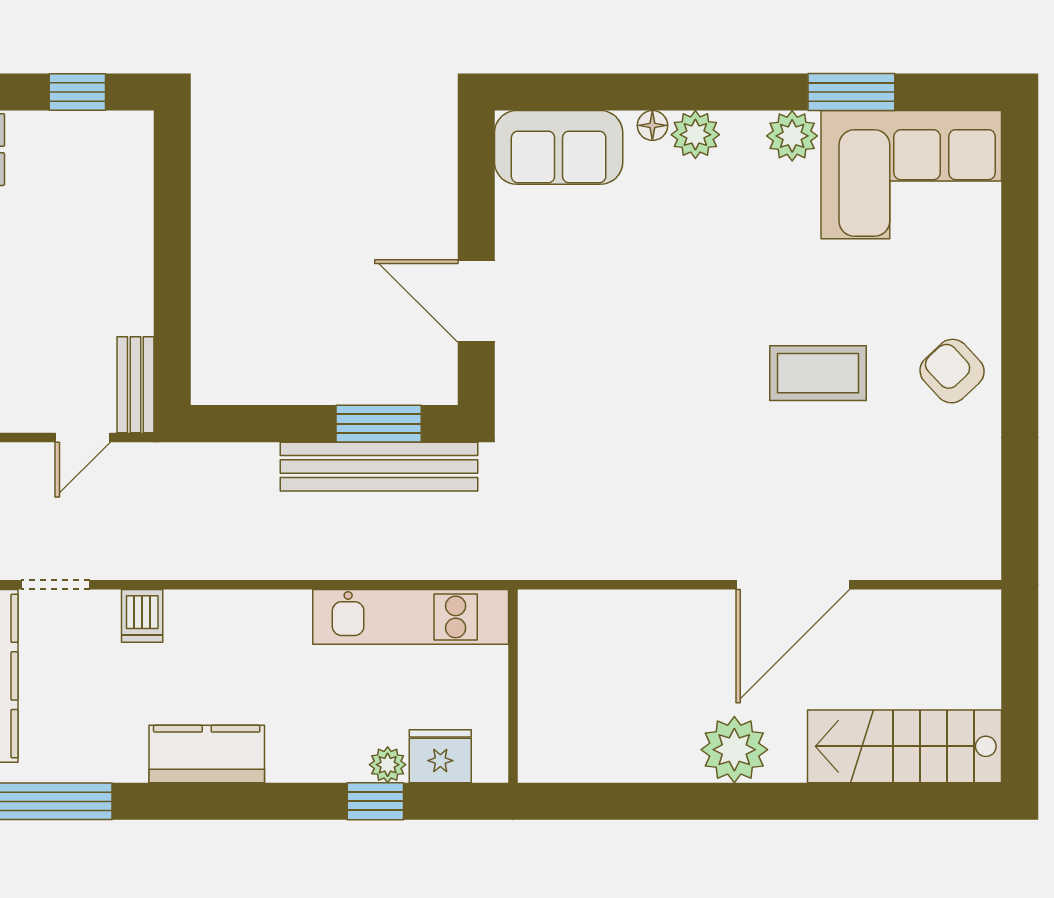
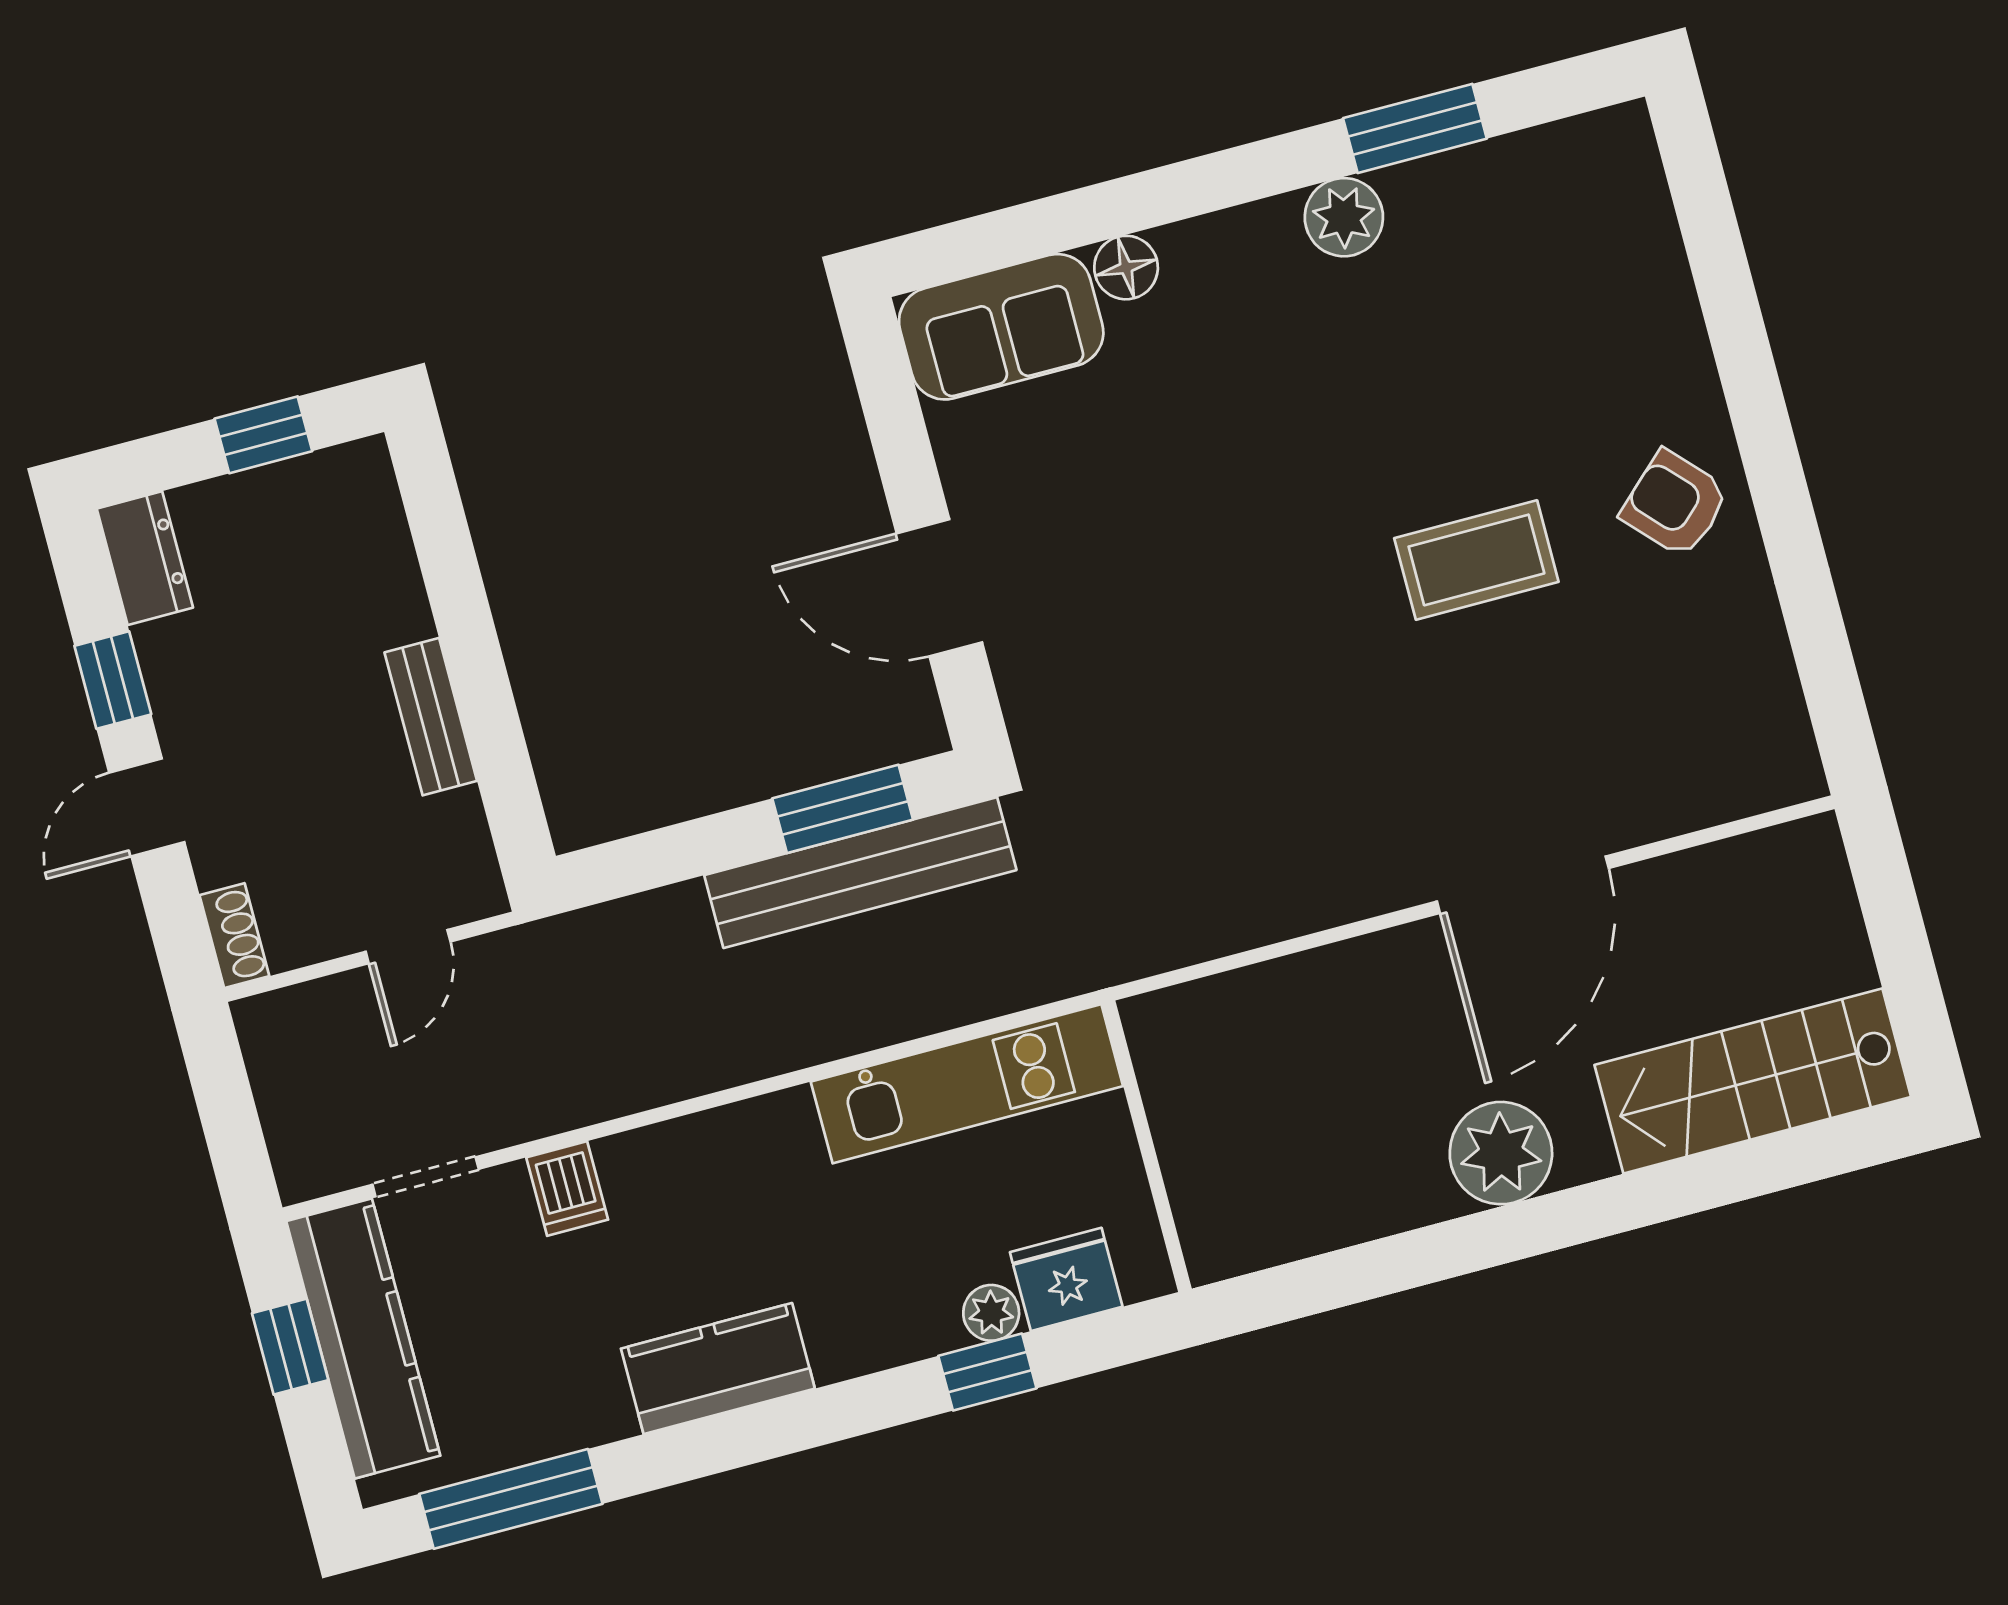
floor lamp: (652, 125) -> (1126, 268), width x1.37, depth x1.37
plant: (695, 135) -> (1200, 254), removed
corner sofa: (911, 175) -> (1537, 228), removed
bench: (135, 385) -> (431, 717), moved

